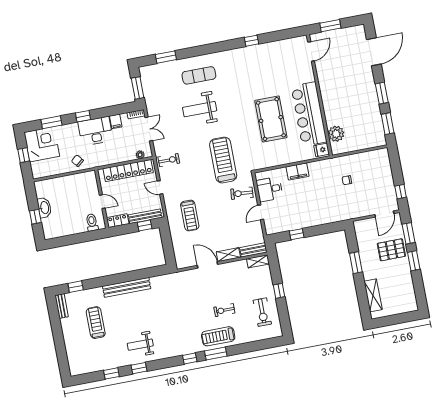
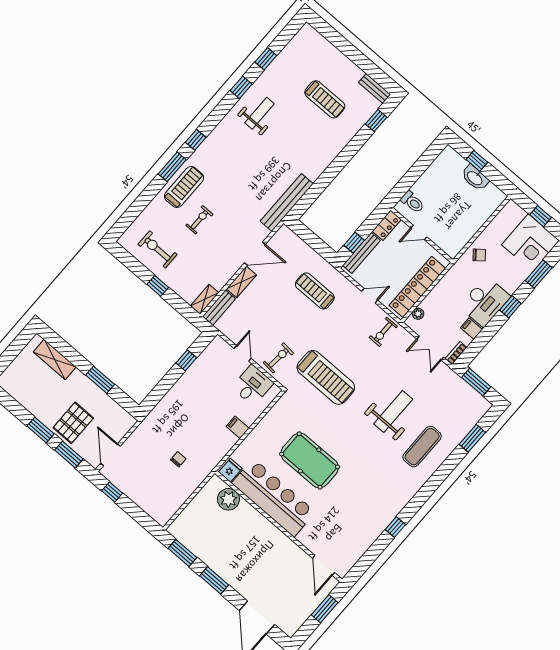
filing cabinet: (298, 171) -> (238, 427), width x0.50
bench: (127, 287) -> (287, 202), moved

